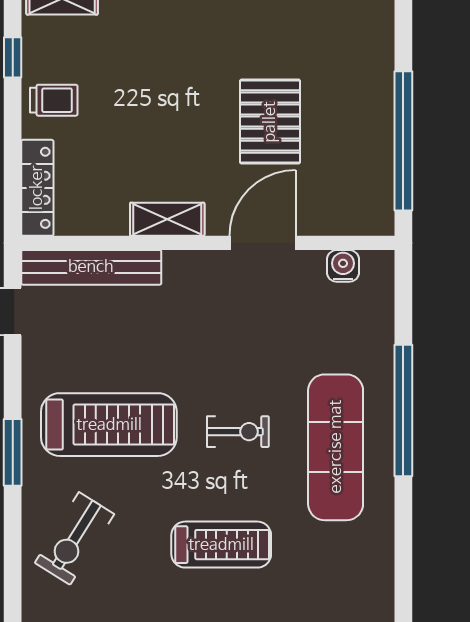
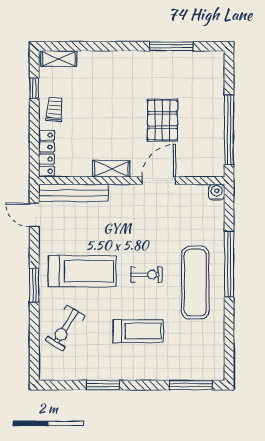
trolley: (54, 100) -> (55, 109), turned -85
water cooler: (343, 266) -> (217, 192), moved

